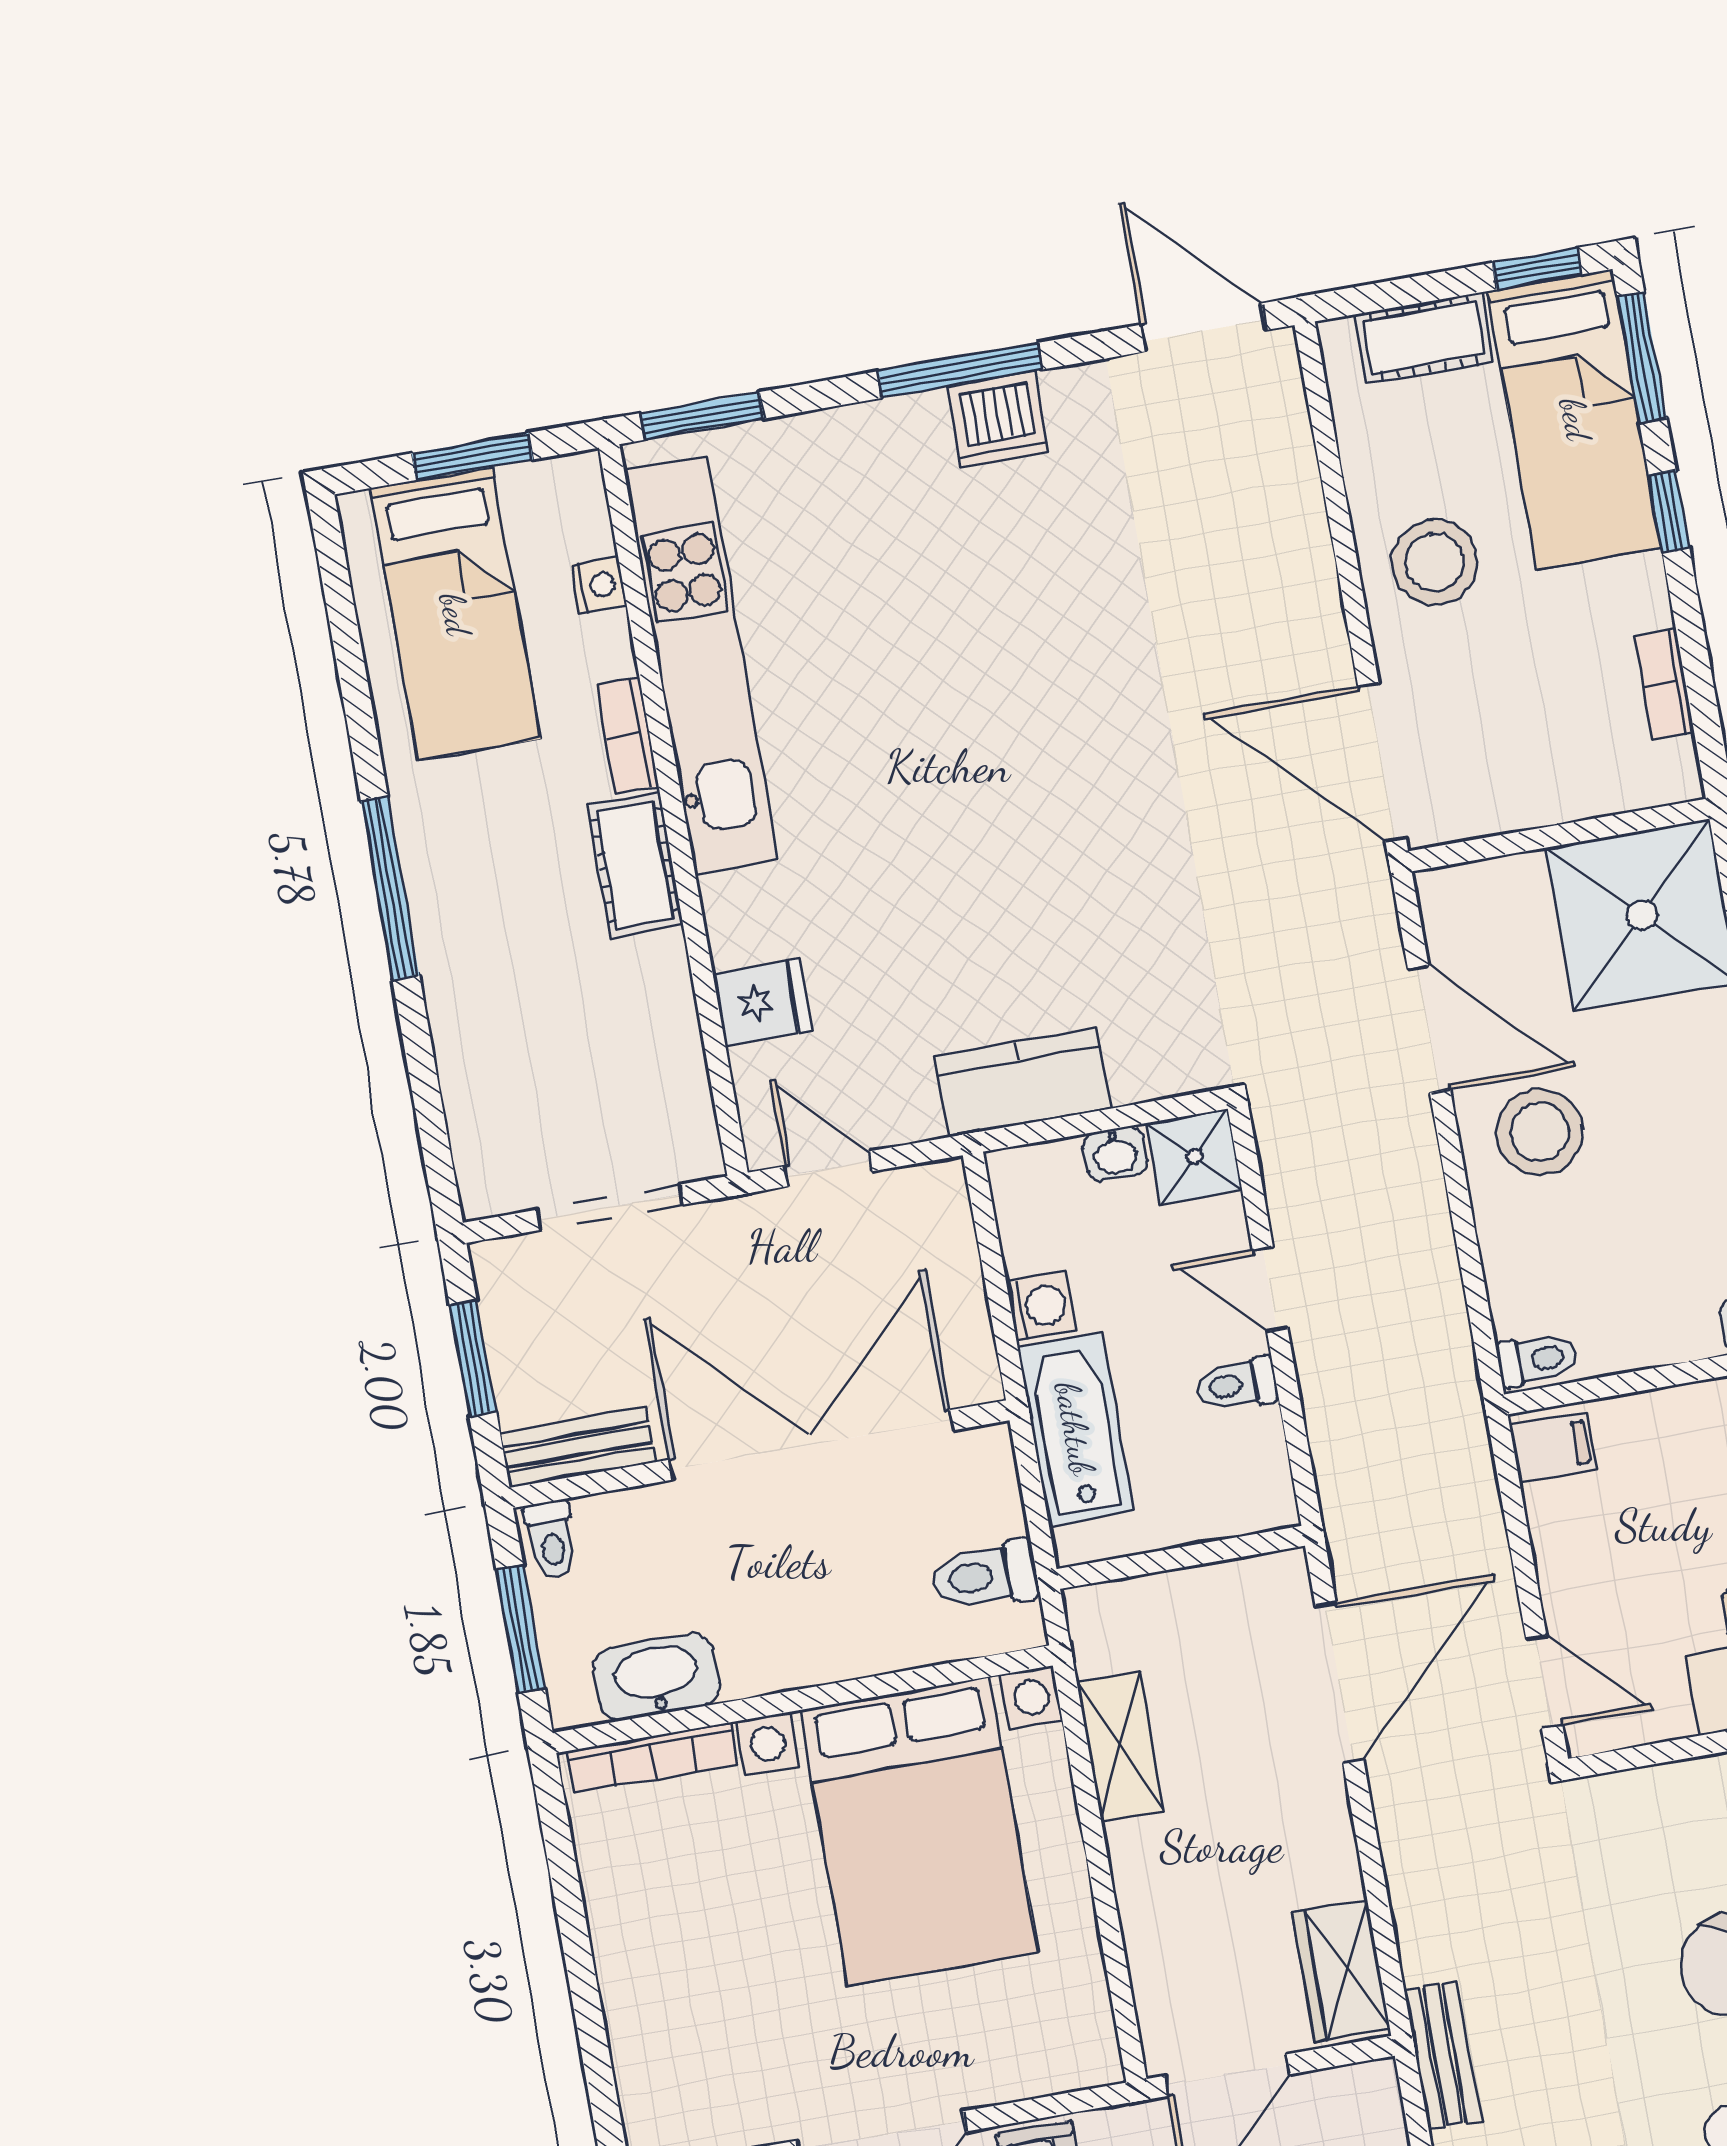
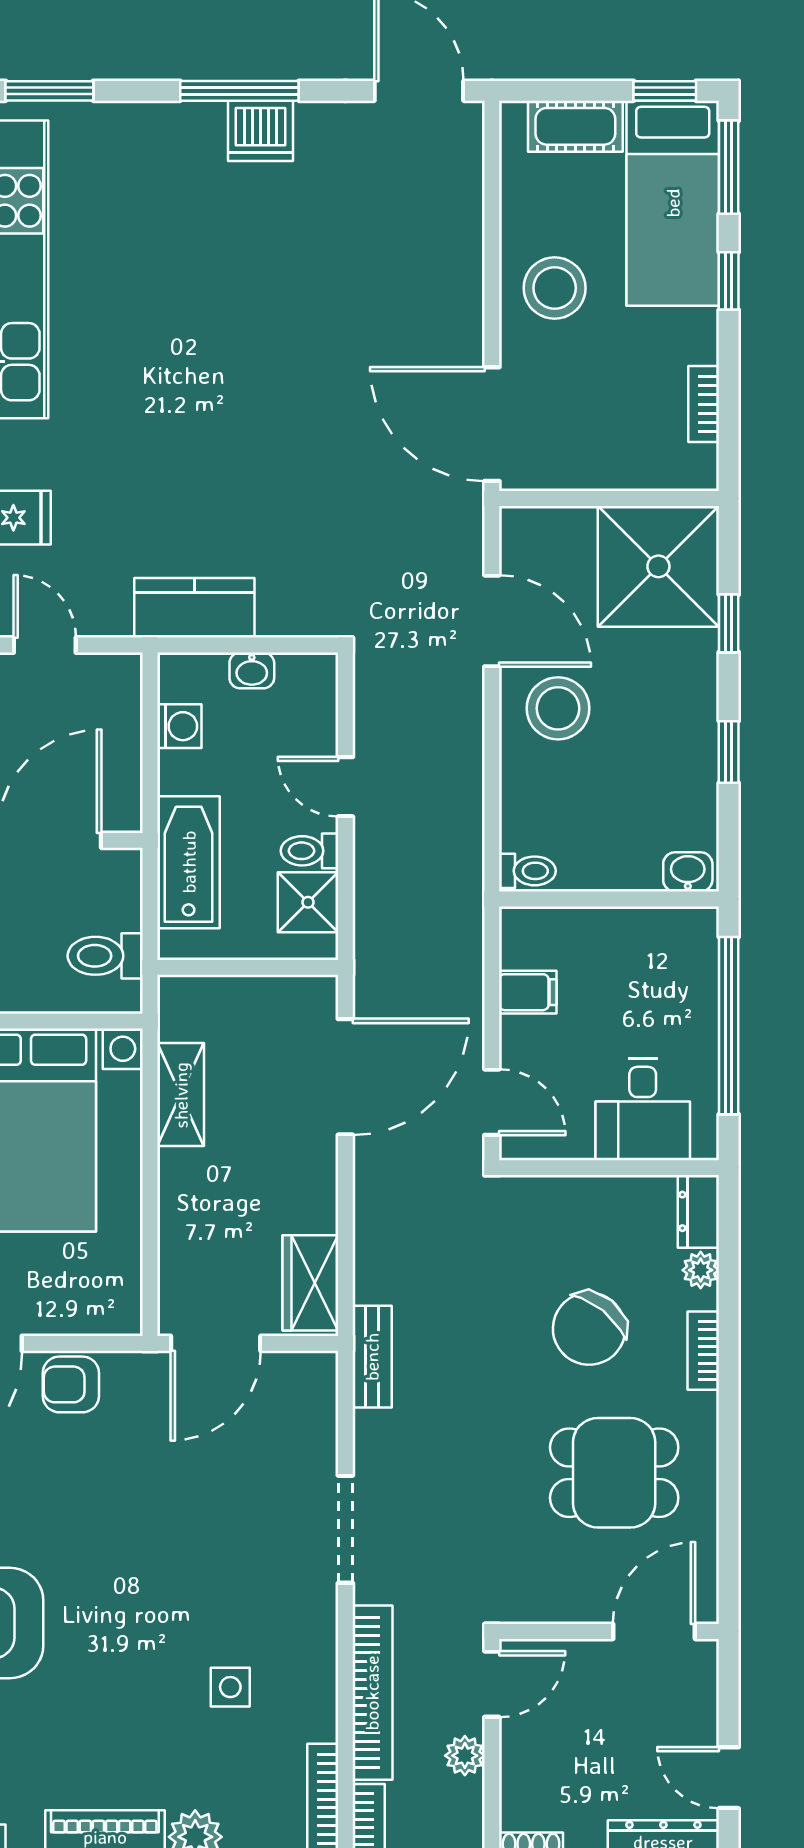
shower: (1194, 1156) -> (308, 902), moved
washing machine: (1041, 1306) -> (179, 726), moved
filing cabinet: (1553, 1447) -> (528, 992), moved

